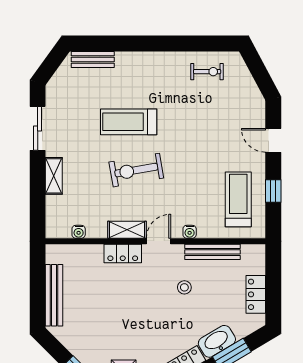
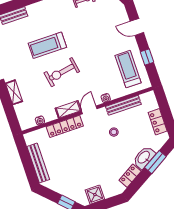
locker: (123, 254) -> (65, 126), width x1.53

